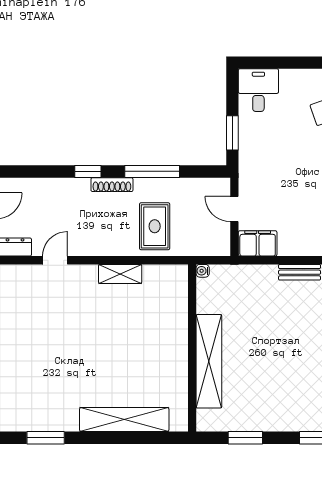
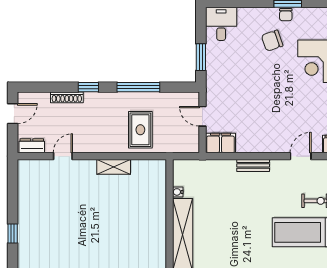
shoe rack: (112, 185) -> (67, 97), moved
water cooler: (203, 271) -> (178, 192), moved

